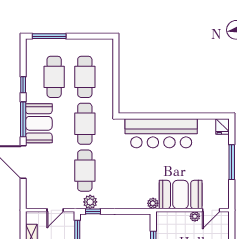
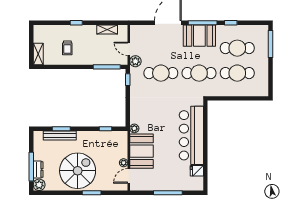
fridge: (223, 126) -> (197, 171), moved
plant: (90, 202) -> (135, 61), moved
door: (211, 210) -> (129, 176), hinge flipped

